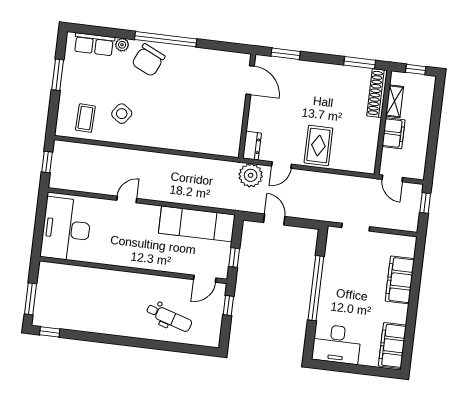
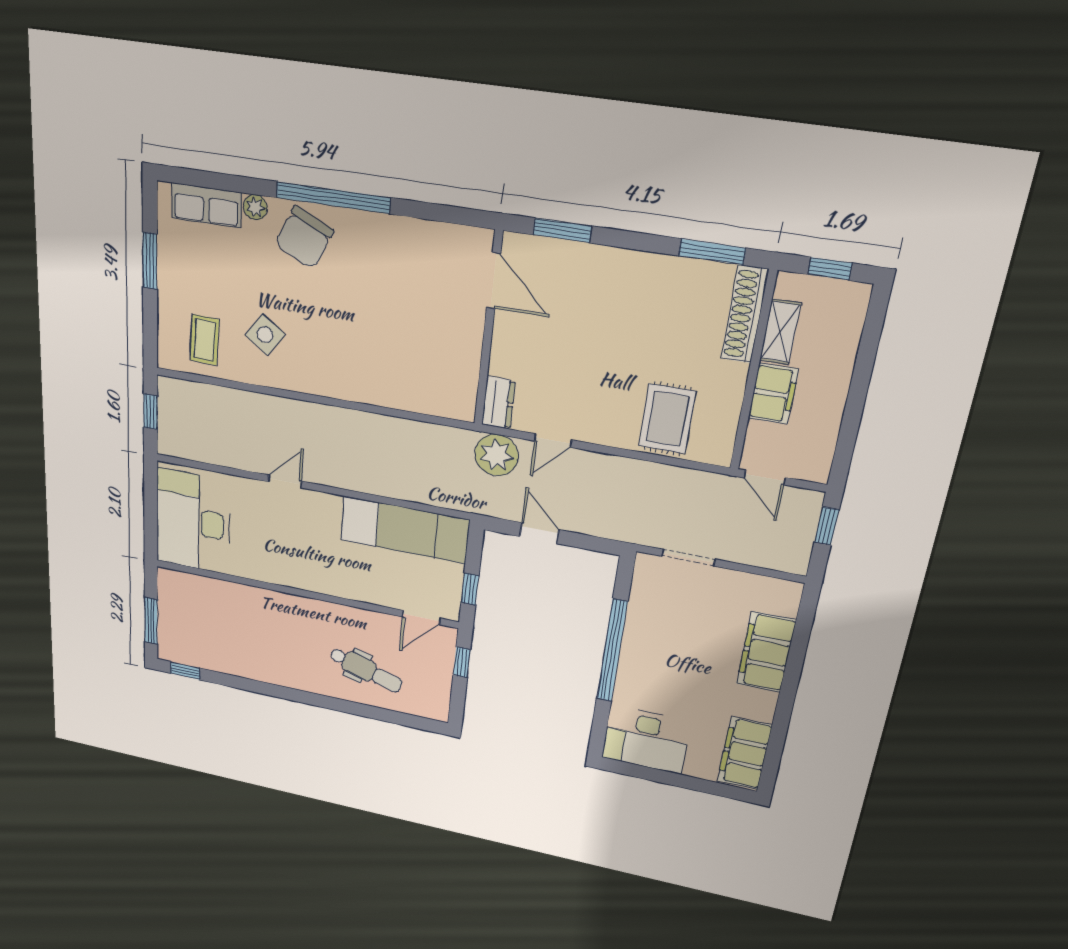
rug: (318, 145) -> (667, 419), moved

